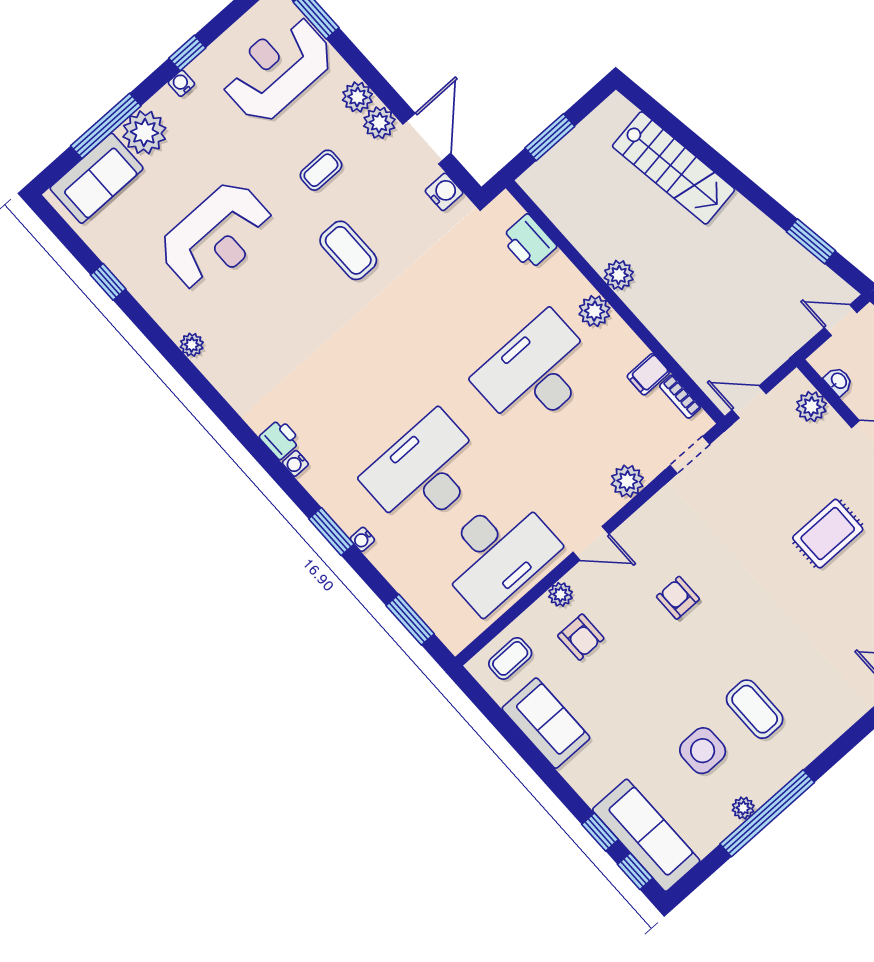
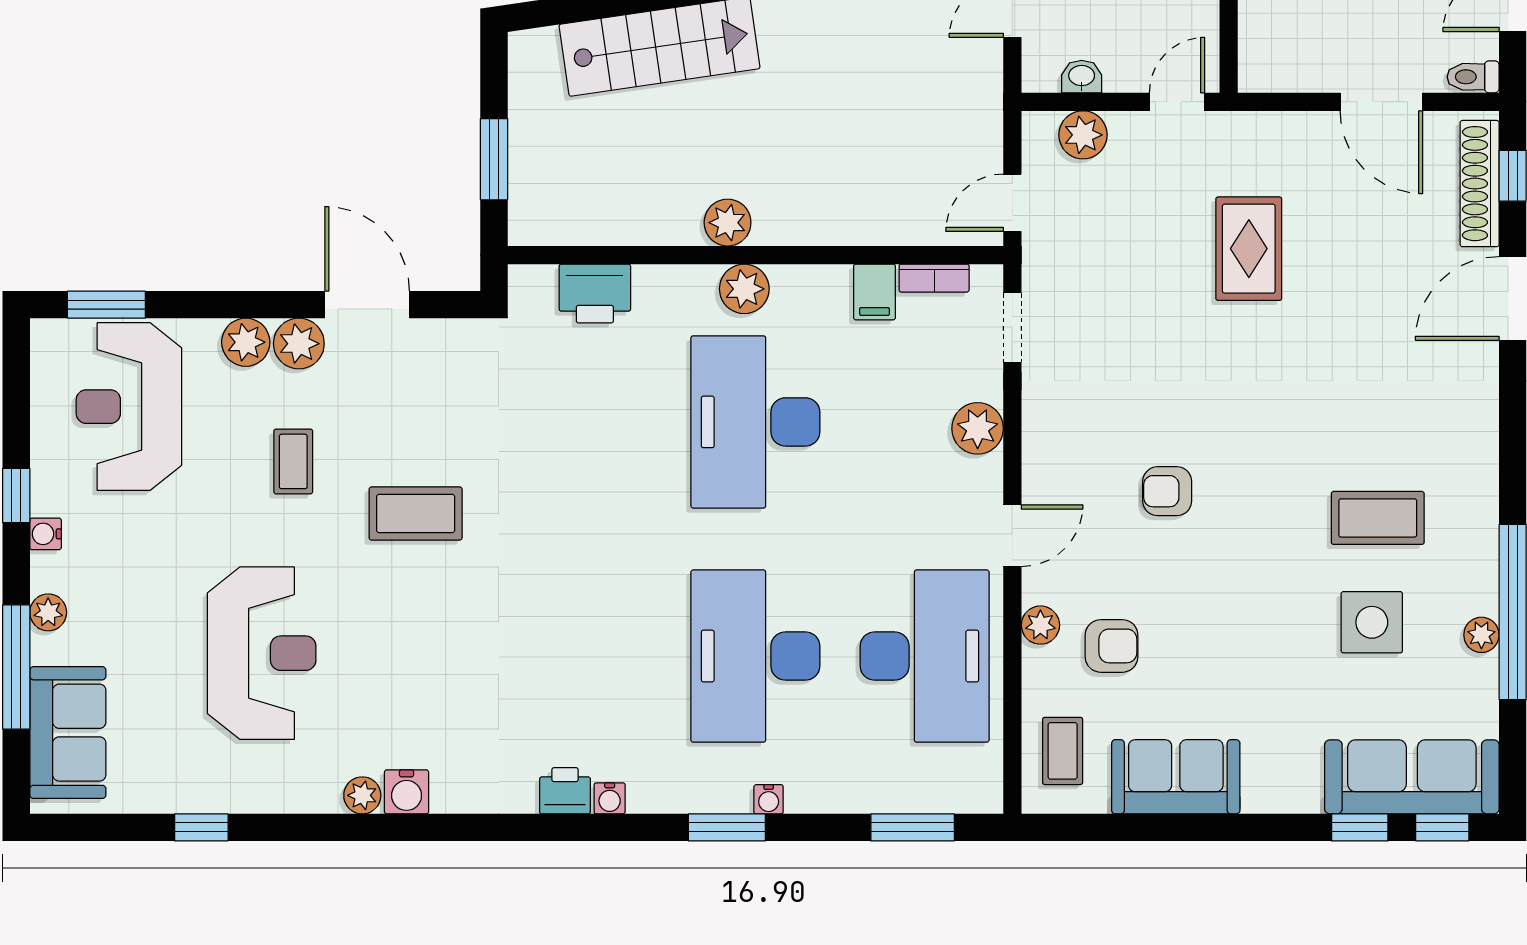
plant: (144, 132) -> (48, 612), width x0.53, depth x0.53
water cooler: (444, 192) -> (407, 792), moved, turned 180

